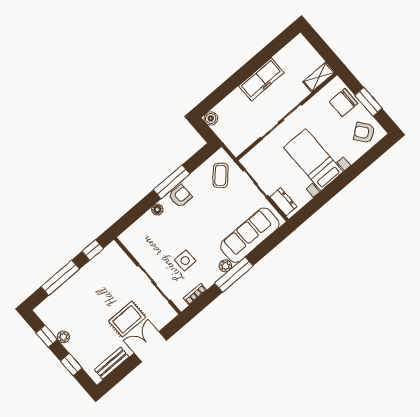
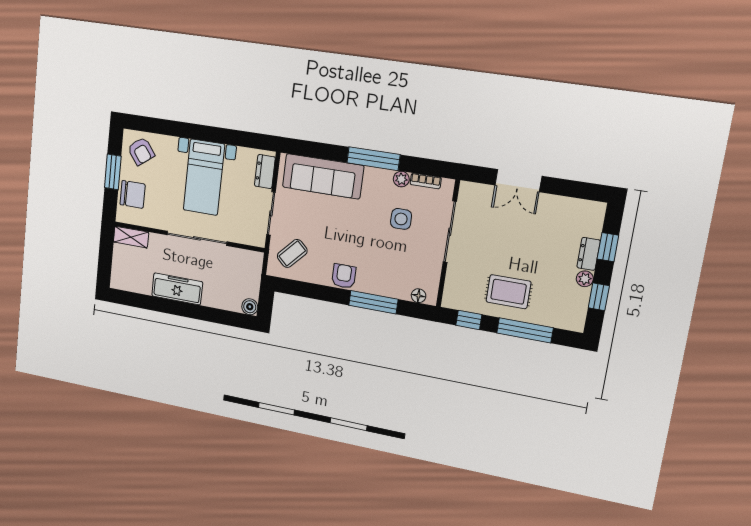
window: (172, 182) -> (373, 302), moved
armchair: (180, 196) -> (344, 276), turned 90
floor lamp: (157, 210) -> (419, 296), moved
plant: (225, 266) -> (401, 179), moved
rug: (127, 319) -> (508, 292), moved
dresser: (76, 351) -> (589, 254), added
bench: (112, 363) -> (570, 206), removed

